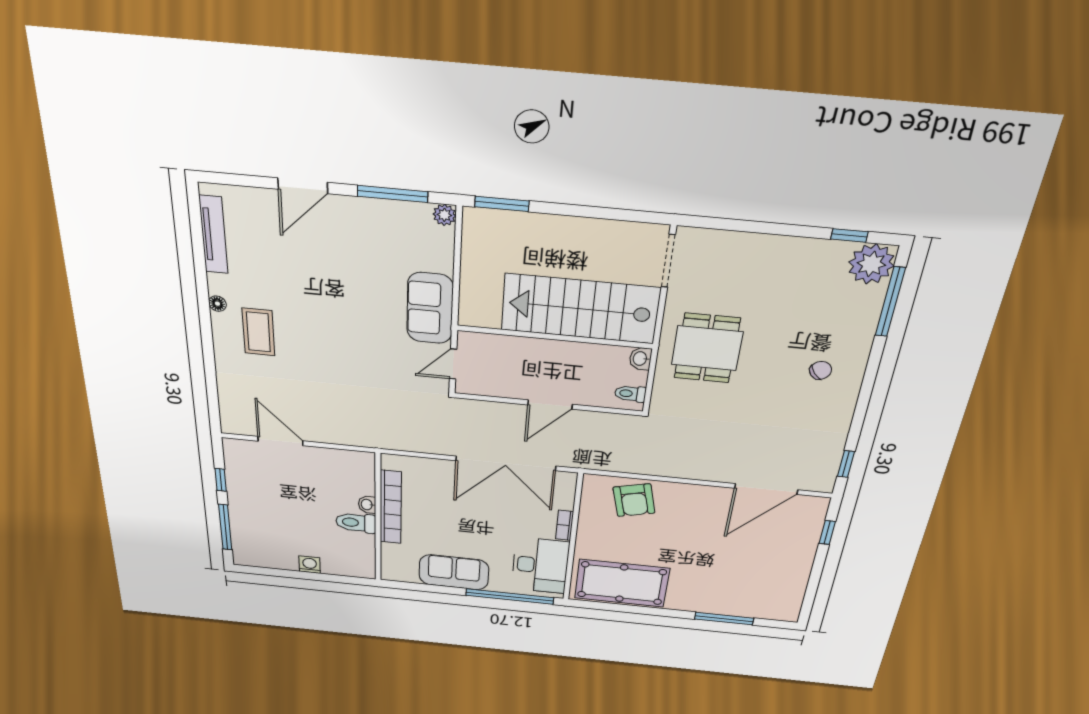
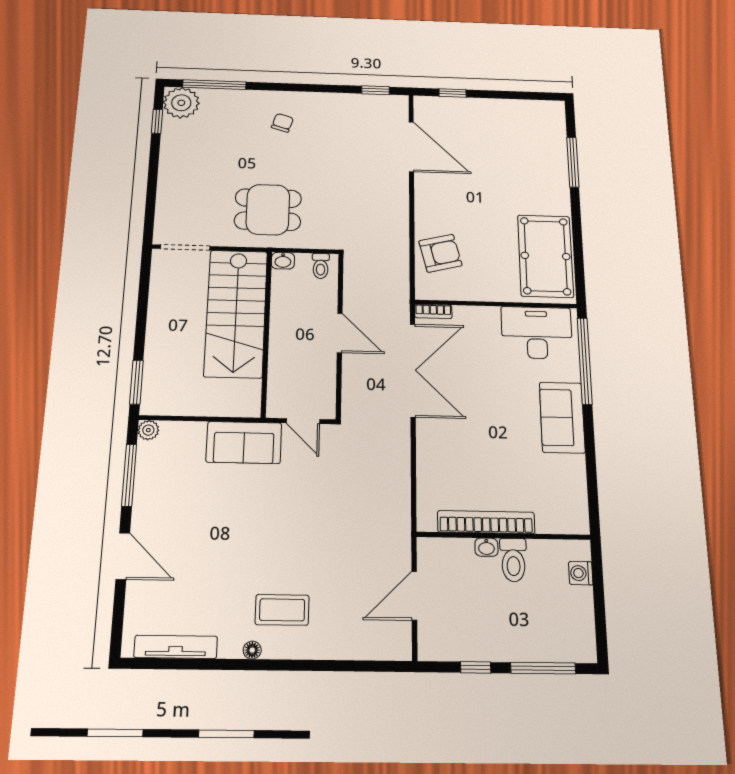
chair: (821, 370) -> (282, 123), turned 55
washbasin: (367, 505) -> (486, 547), moved
bookcase: (391, 507) -> (486, 522), moved
wall: (378, 519) -> (504, 536), moved
toilet: (356, 523) -> (513, 560), moved
bookcase: (565, 525) -> (433, 311), moved

